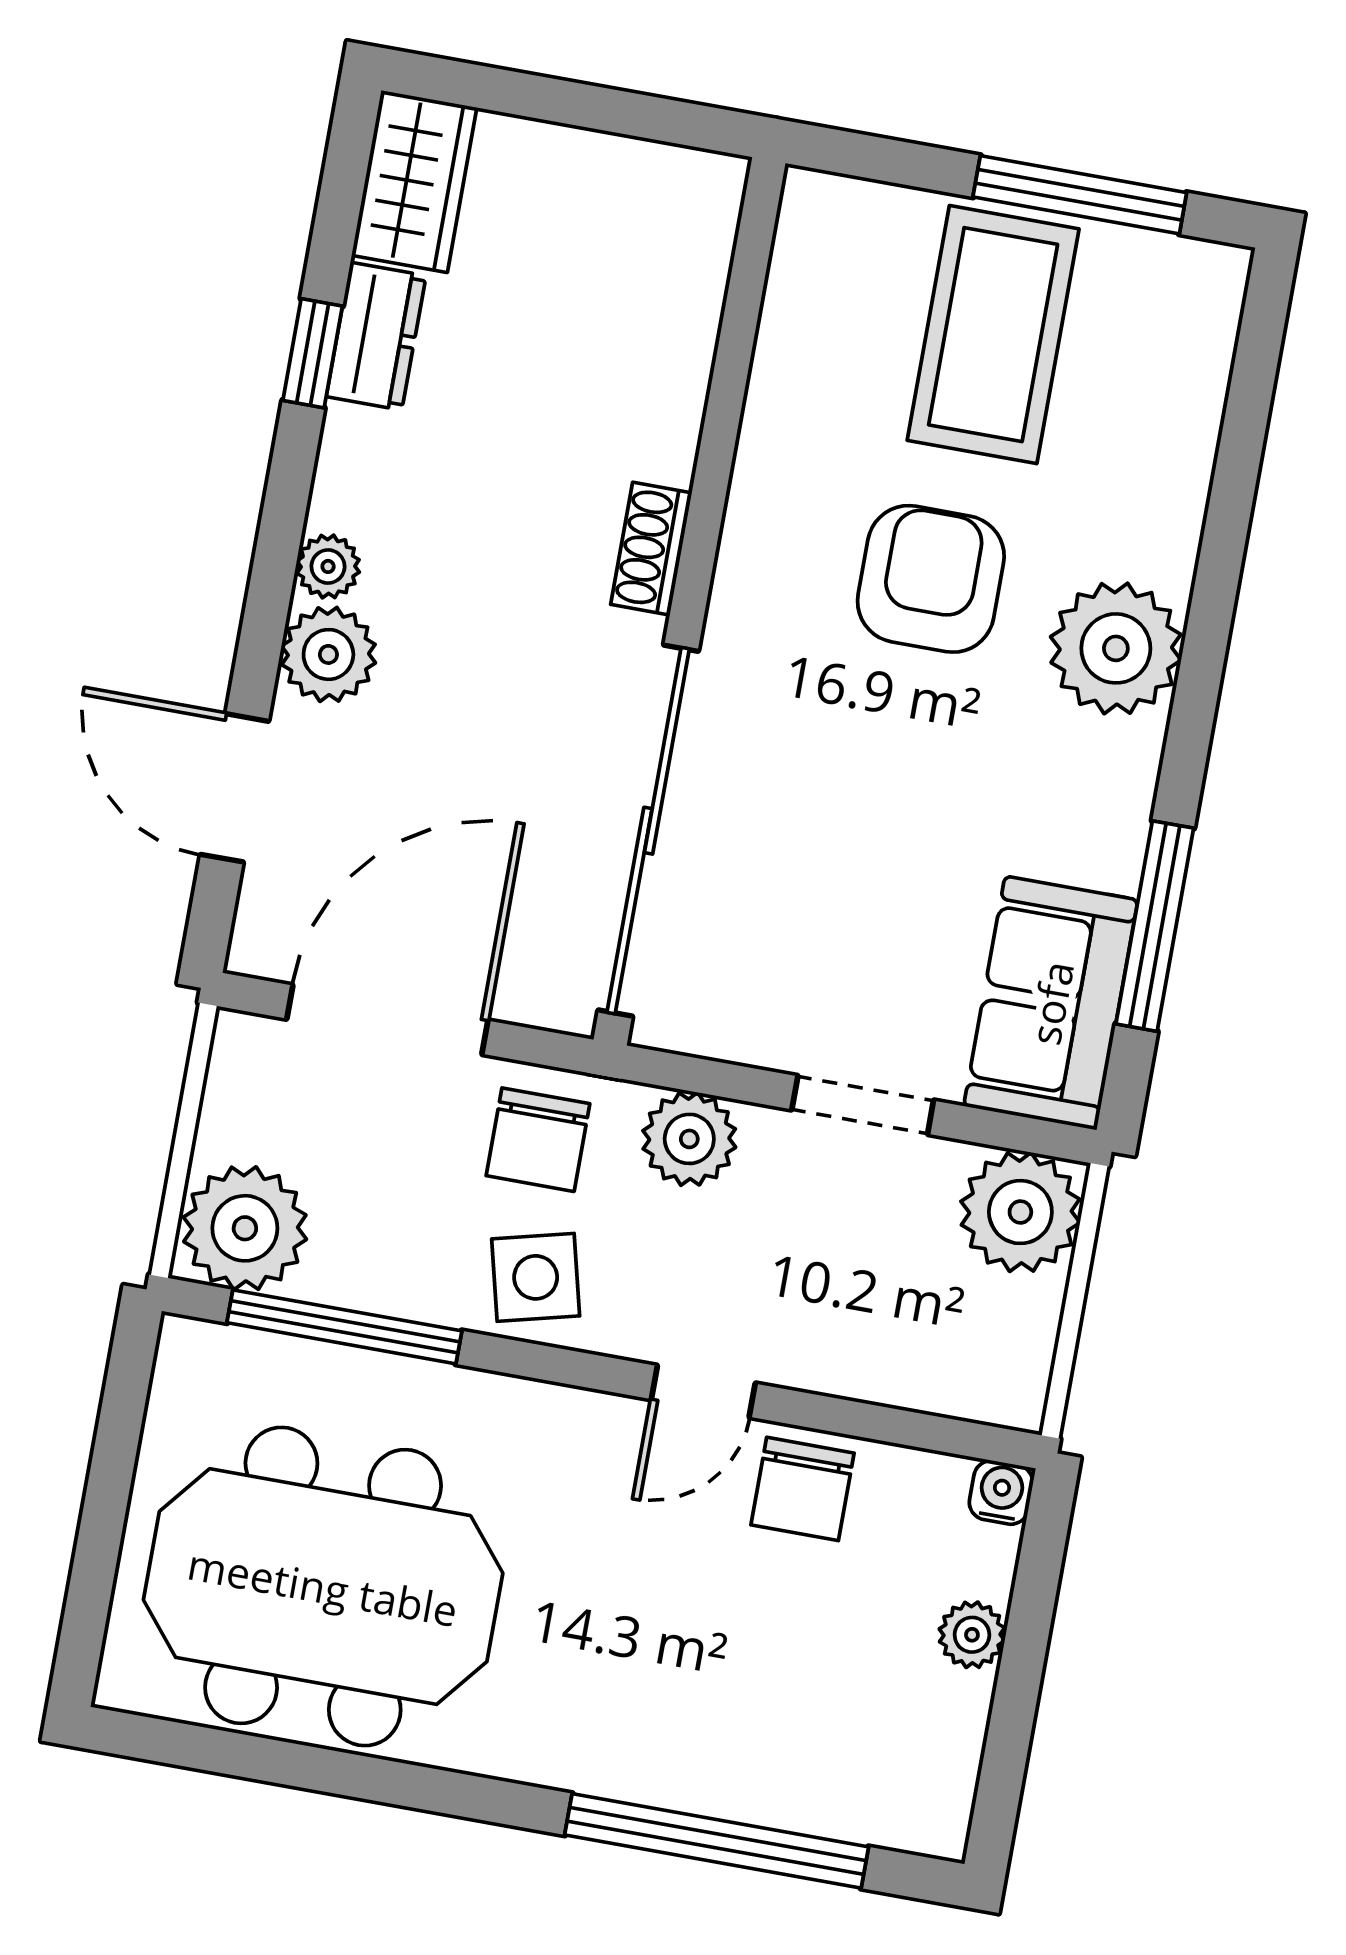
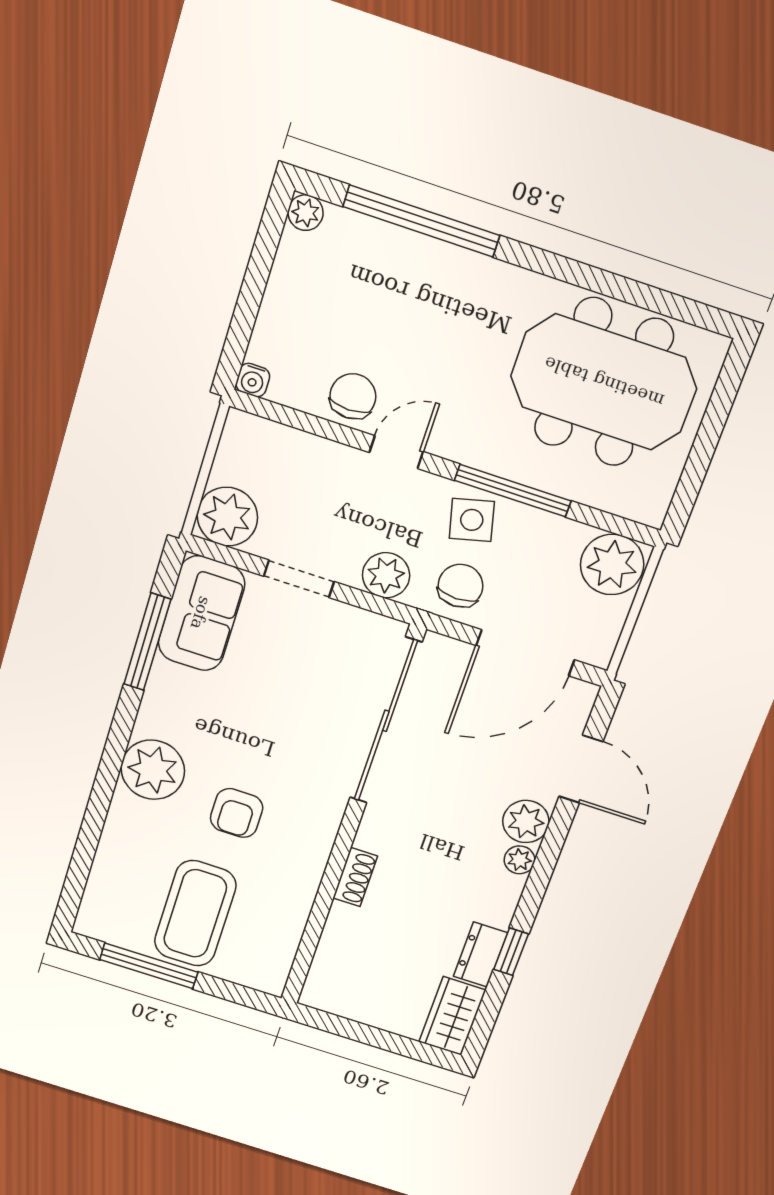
shoe rack: (651, 549) -> (355, 877), moved
armchair: (931, 579) -> (237, 813), width x0.72, depth x0.72
window: (344, 1327) -> (513, 491), moved
plant: (972, 1635) -> (306, 213), moved

